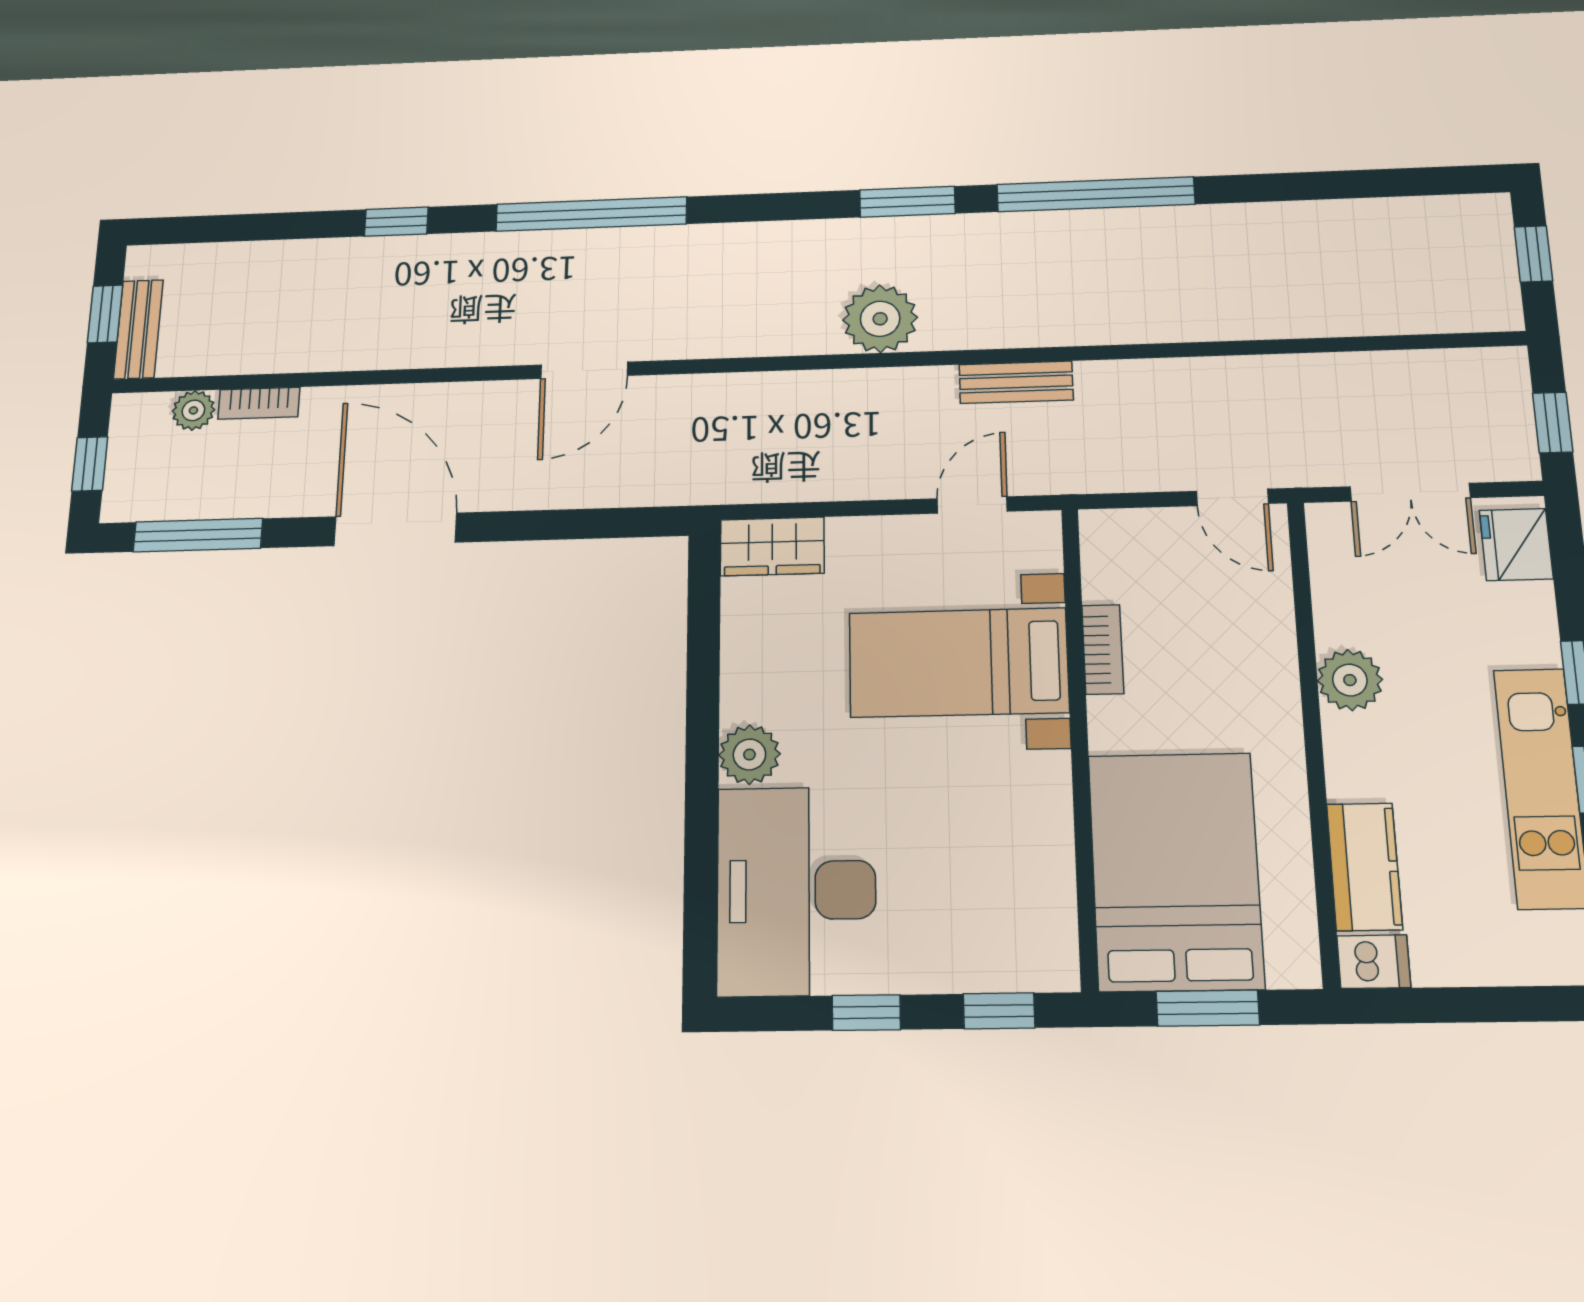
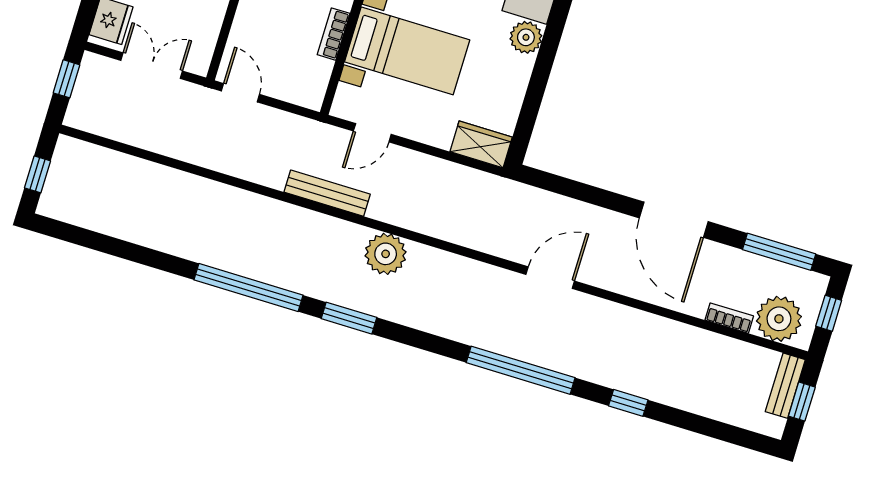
bench: (1016, 382) -> (327, 193), width x1.36
plant: (193, 410) -> (779, 319), width x1.87, depth x1.87

